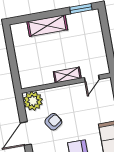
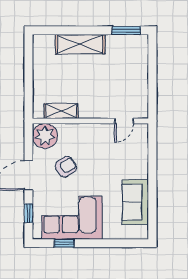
shelving: (67, 75) -> (61, 111), moved

